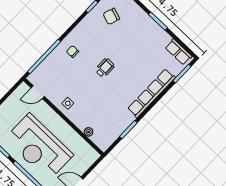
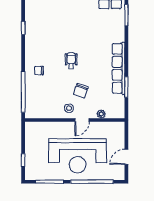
chair: (111, 16) -> (81, 91), moved
door: (38, 92) -> (82, 120), moved
row of seats: (151, 93) -> (119, 68), moved

